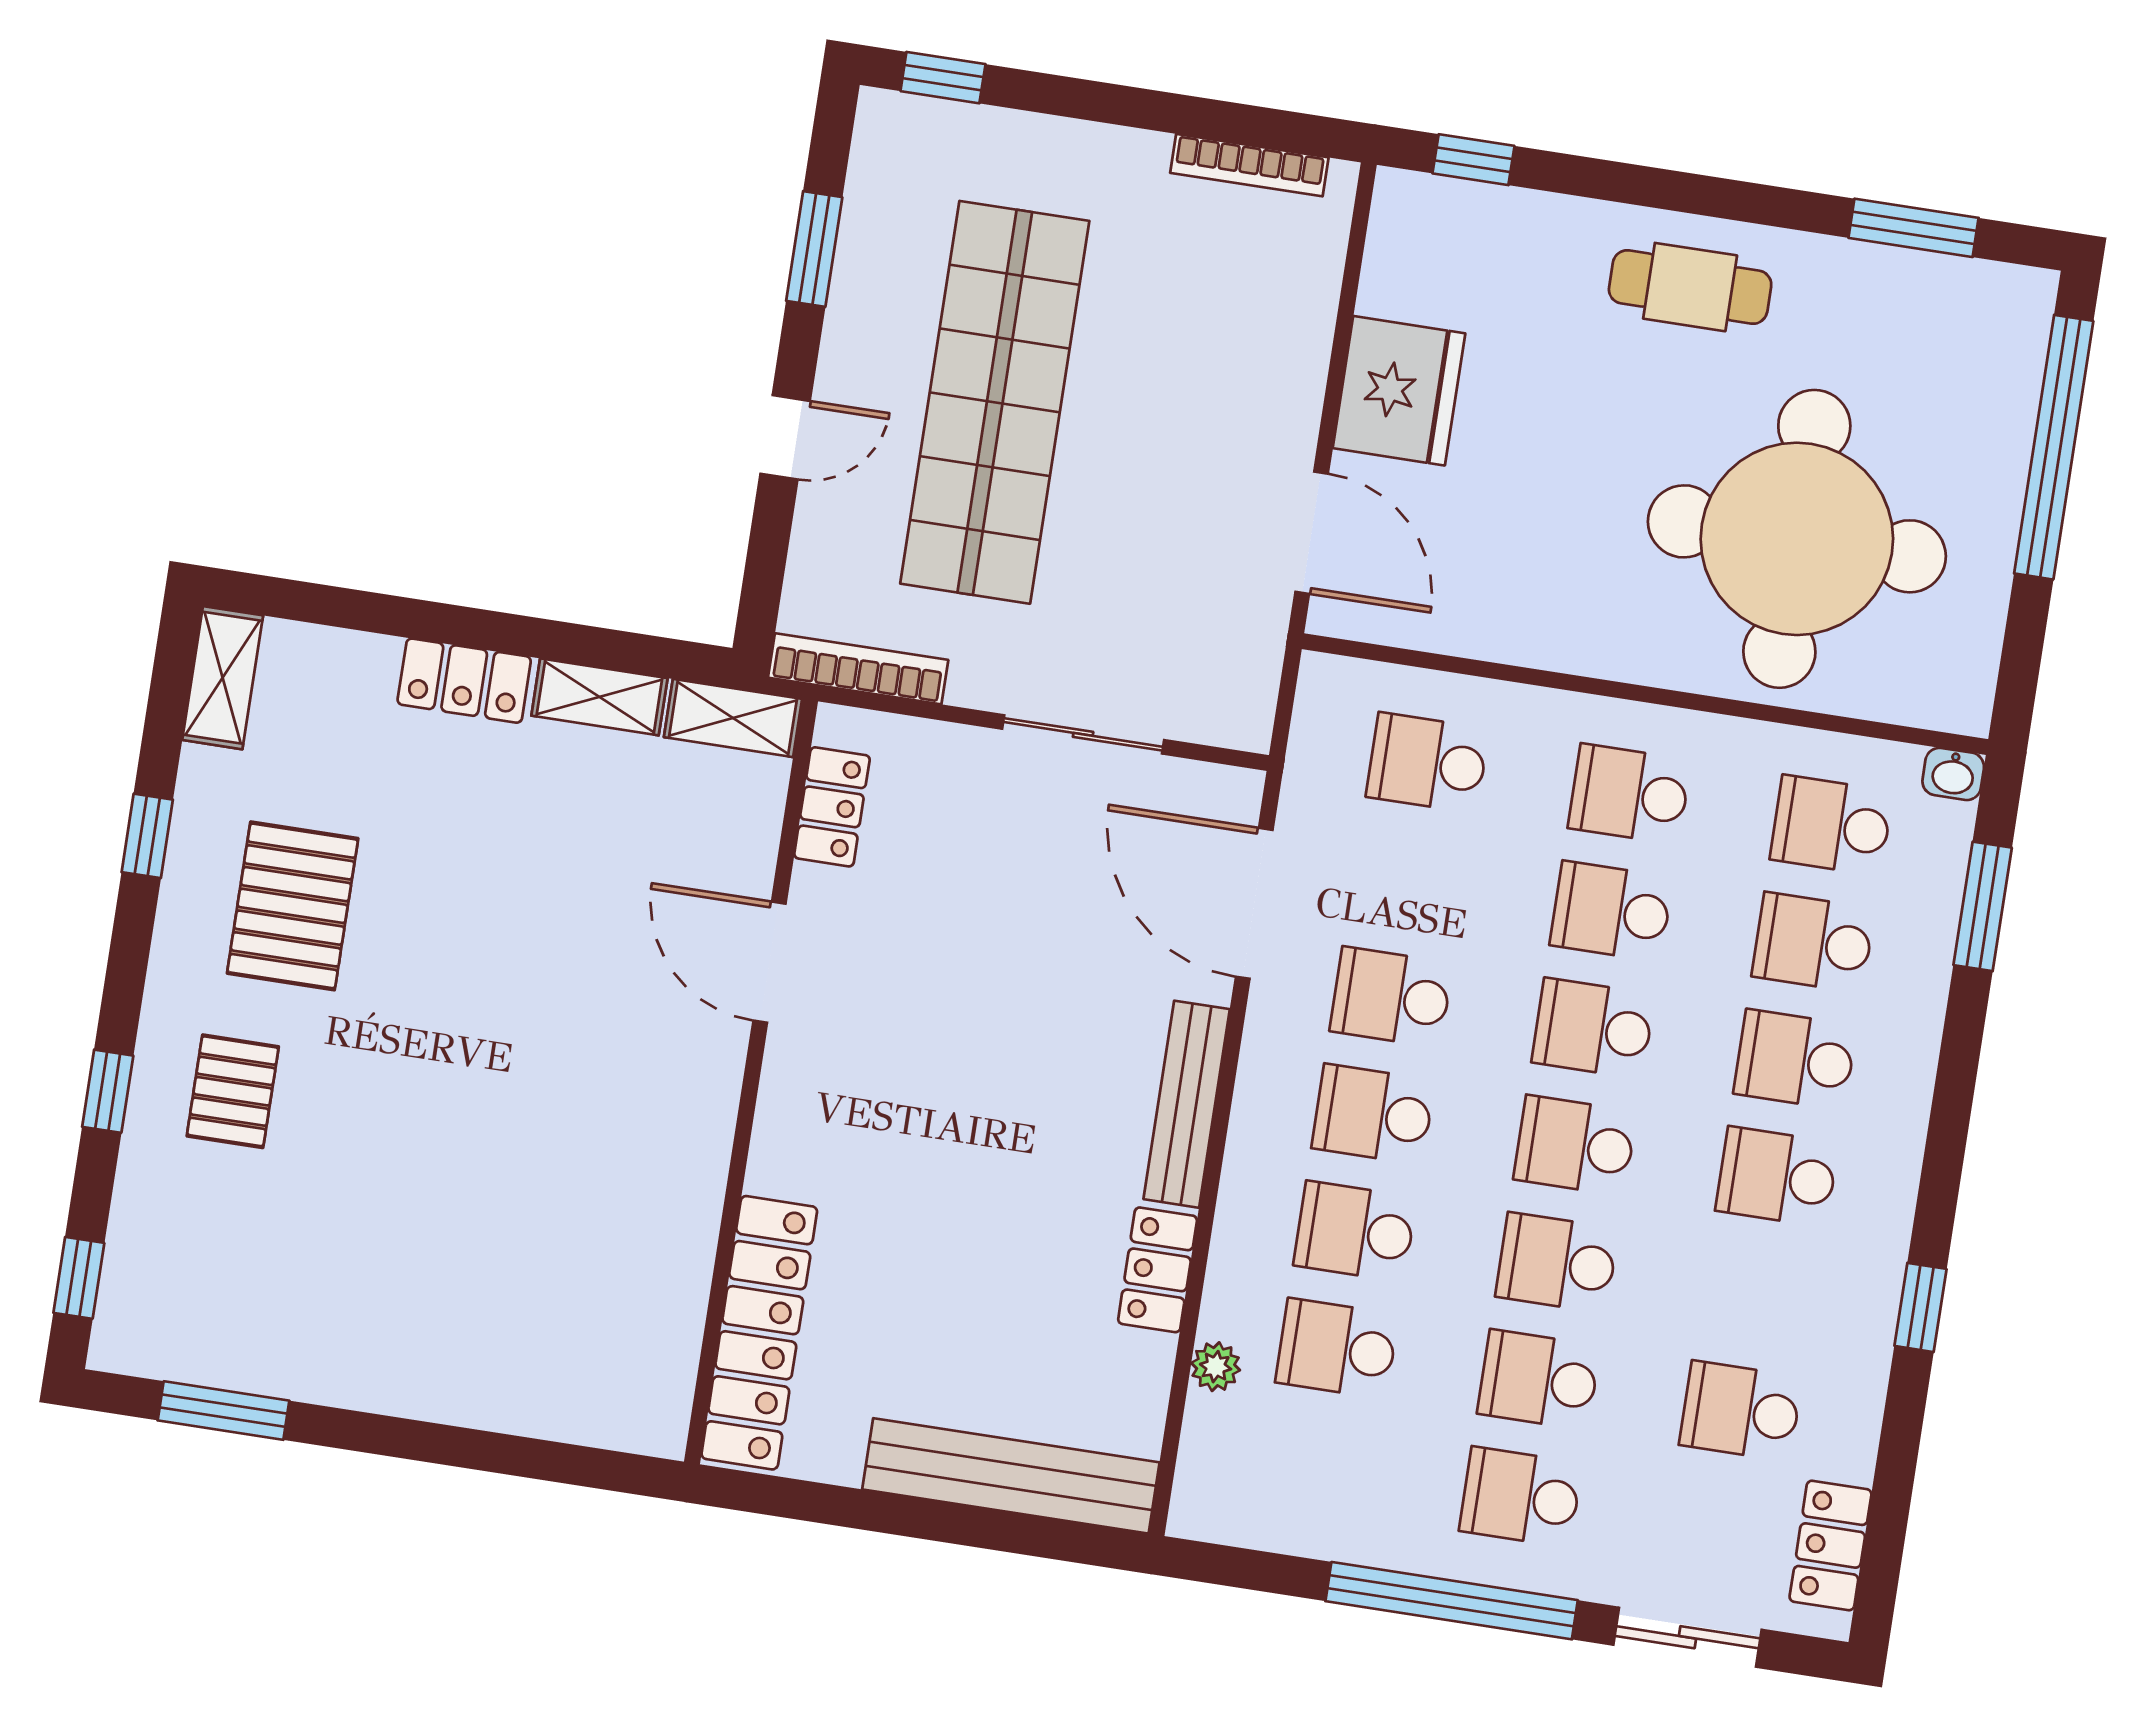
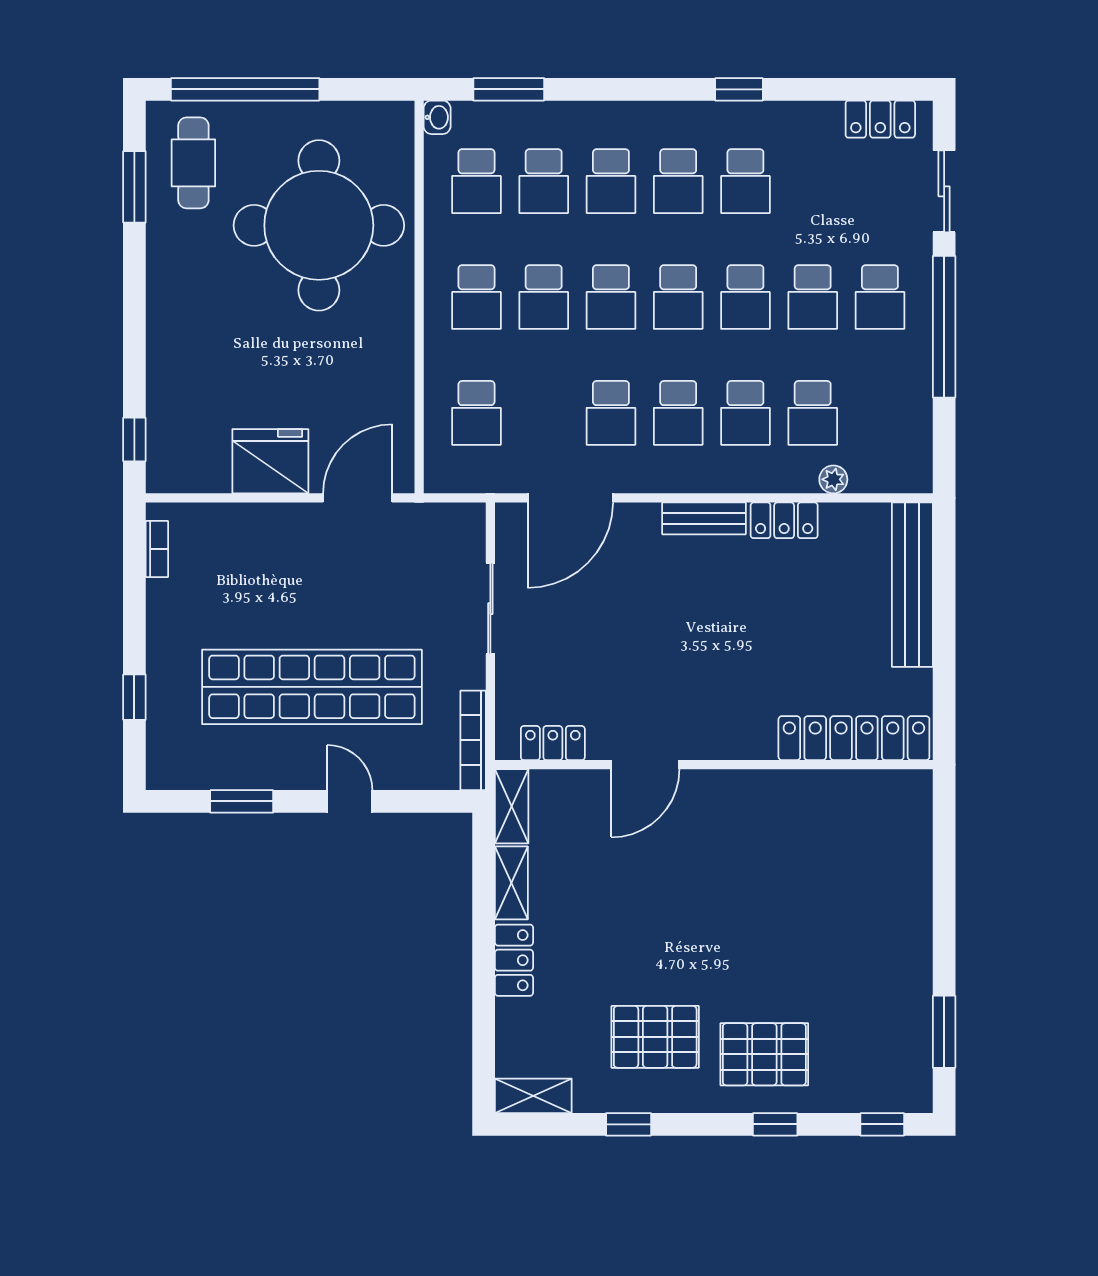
window: (943, 78) -> (134, 697), moved
bookcase: (1249, 165) -> (157, 549), width x0.64
cafe table: (1690, 287) -> (193, 163), moved
pallet: (233, 1091) -> (764, 1054), width x1.50, depth x1.42
bench: (1187, 1104) -> (704, 518), width x0.73
school desk: (1741, 1411) -> (745, 181), moved

